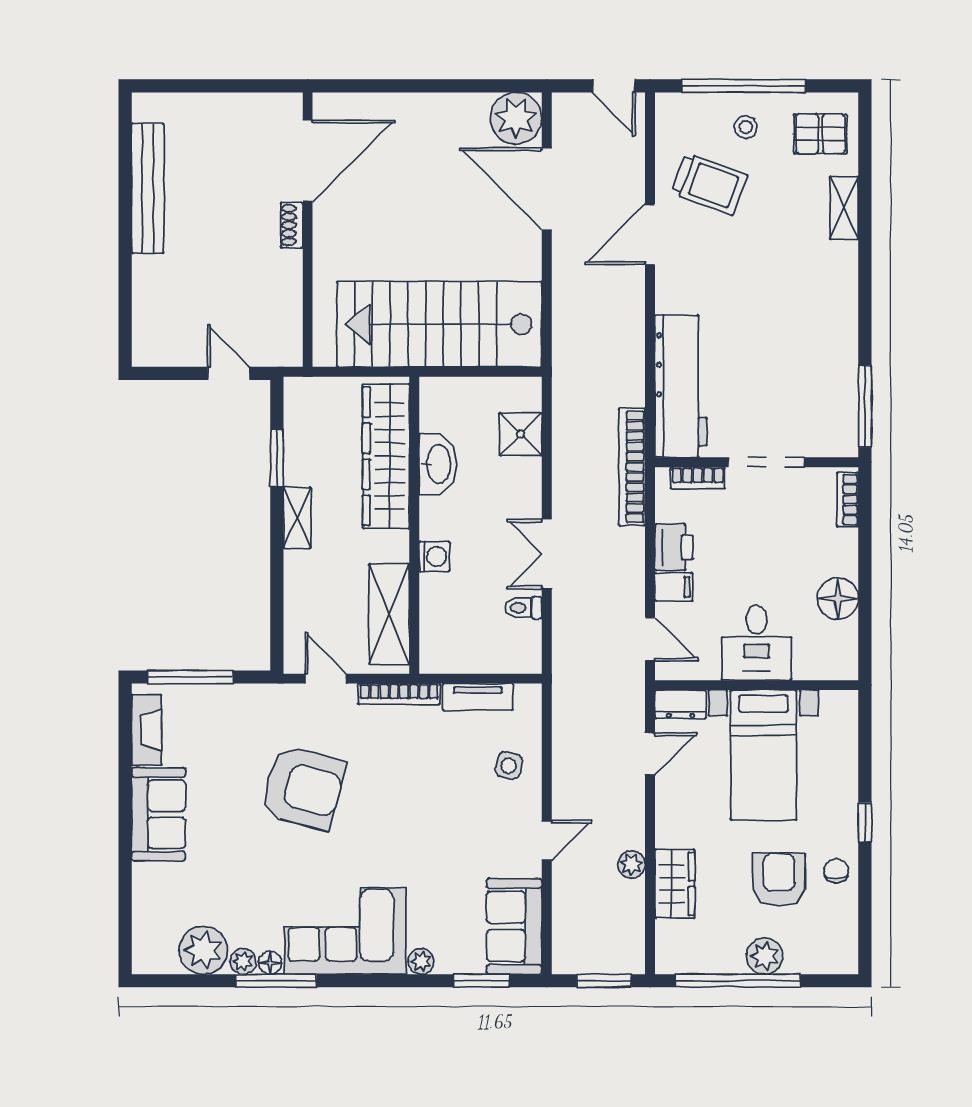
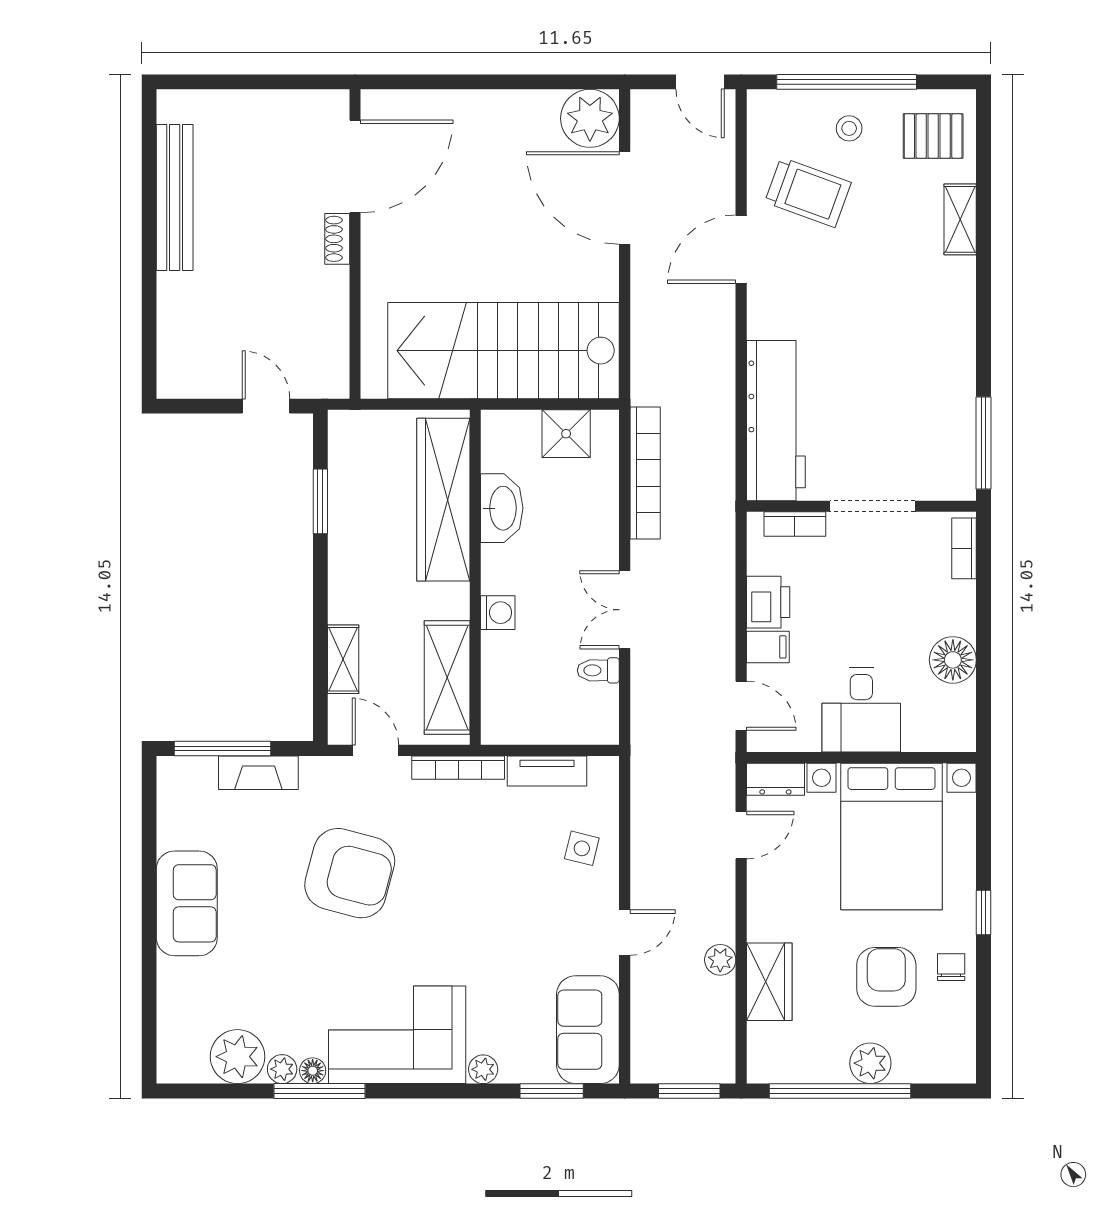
shower: (521, 434) -> (566, 434), moved
bookcase: (632, 467) -> (645, 473), moved, turned 180
shelving: (297, 518) -> (343, 659), moved
fireplace: (147, 730) -> (258, 773), moved, turned 90
bed with nightstands: (764, 755) -> (892, 836), width x1.36

